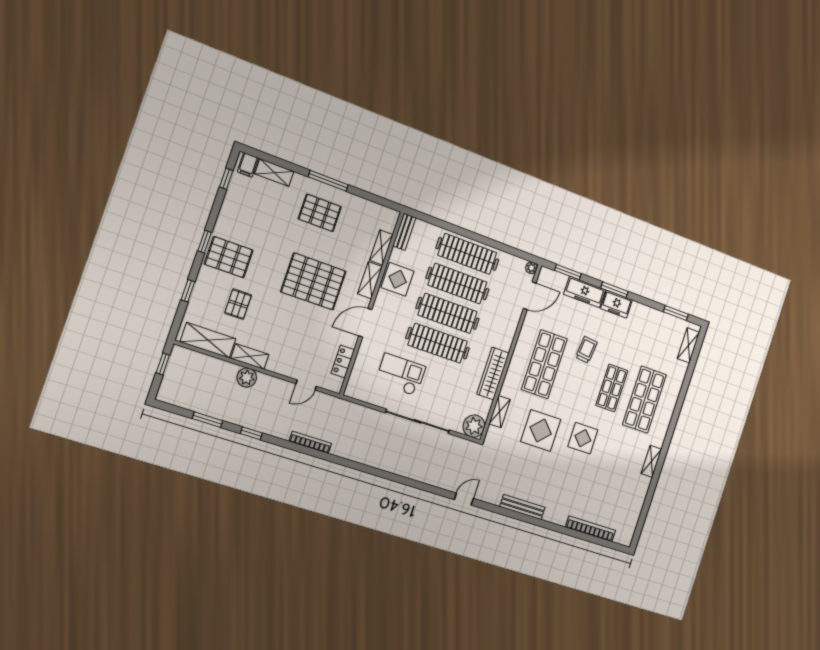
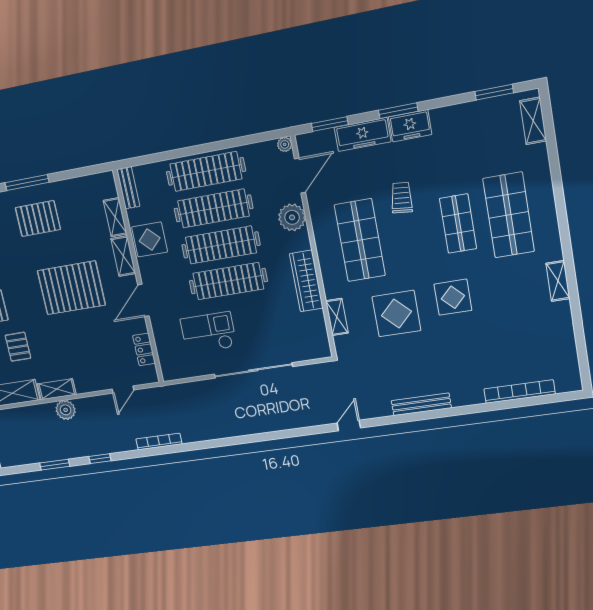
plant: (474, 426) -> (292, 217), moved

